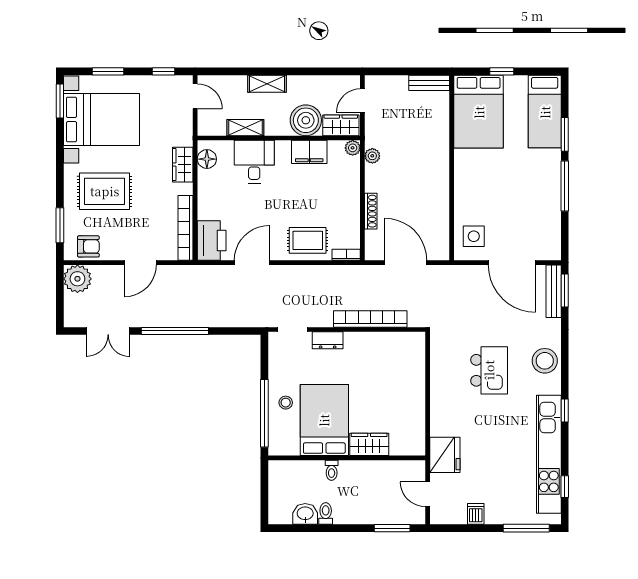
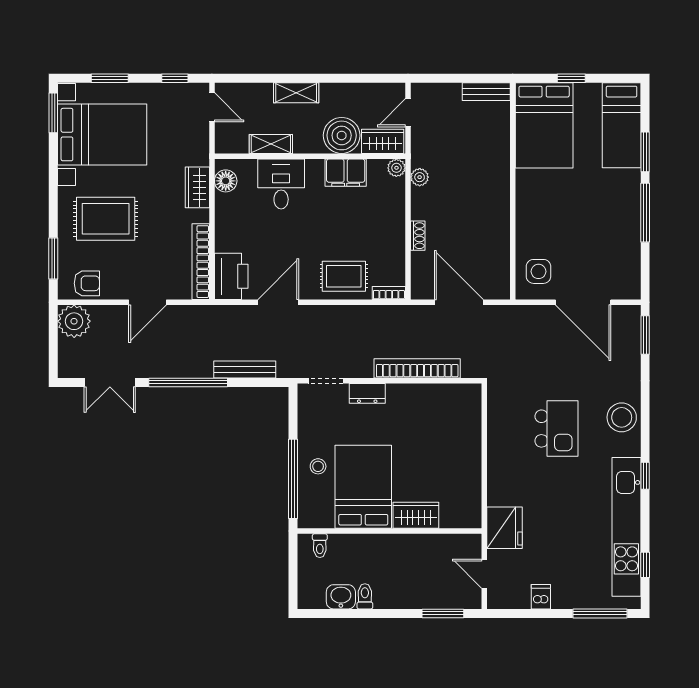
shoe rack: (371, 211) -> (418, 236), width x0.70
bench: (554, 291) -> (245, 369), moved, turned 90
toilet: (332, 470) -> (320, 546), moved

